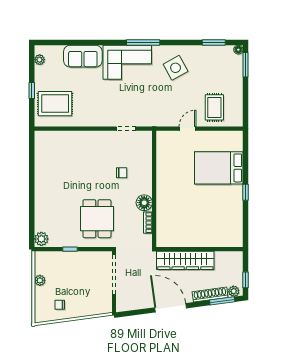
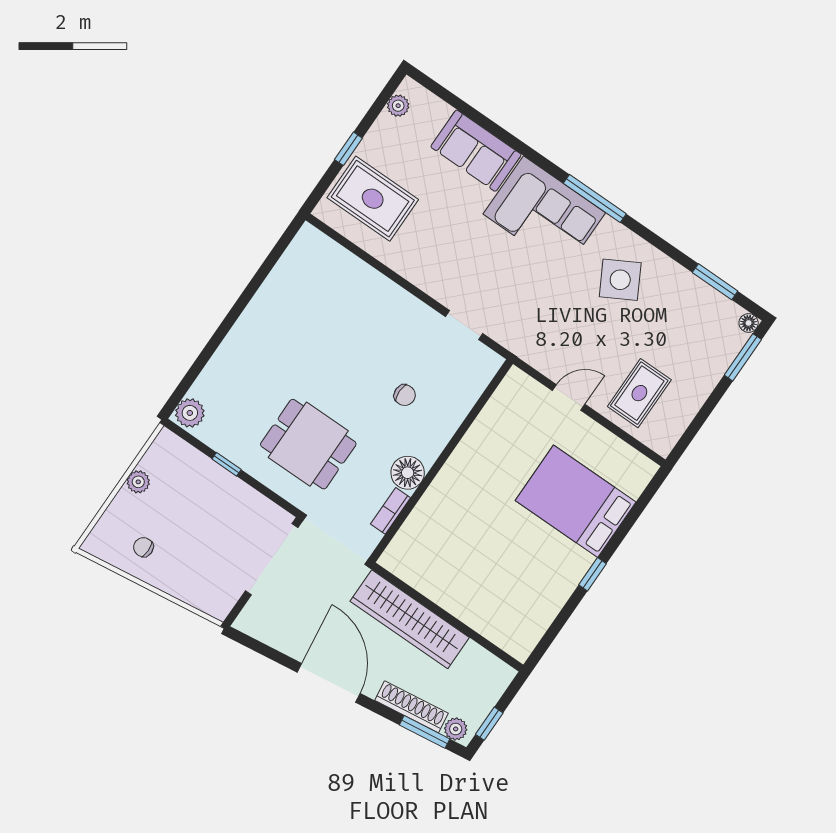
dining table: (97, 219) -> (308, 444), turned 90

